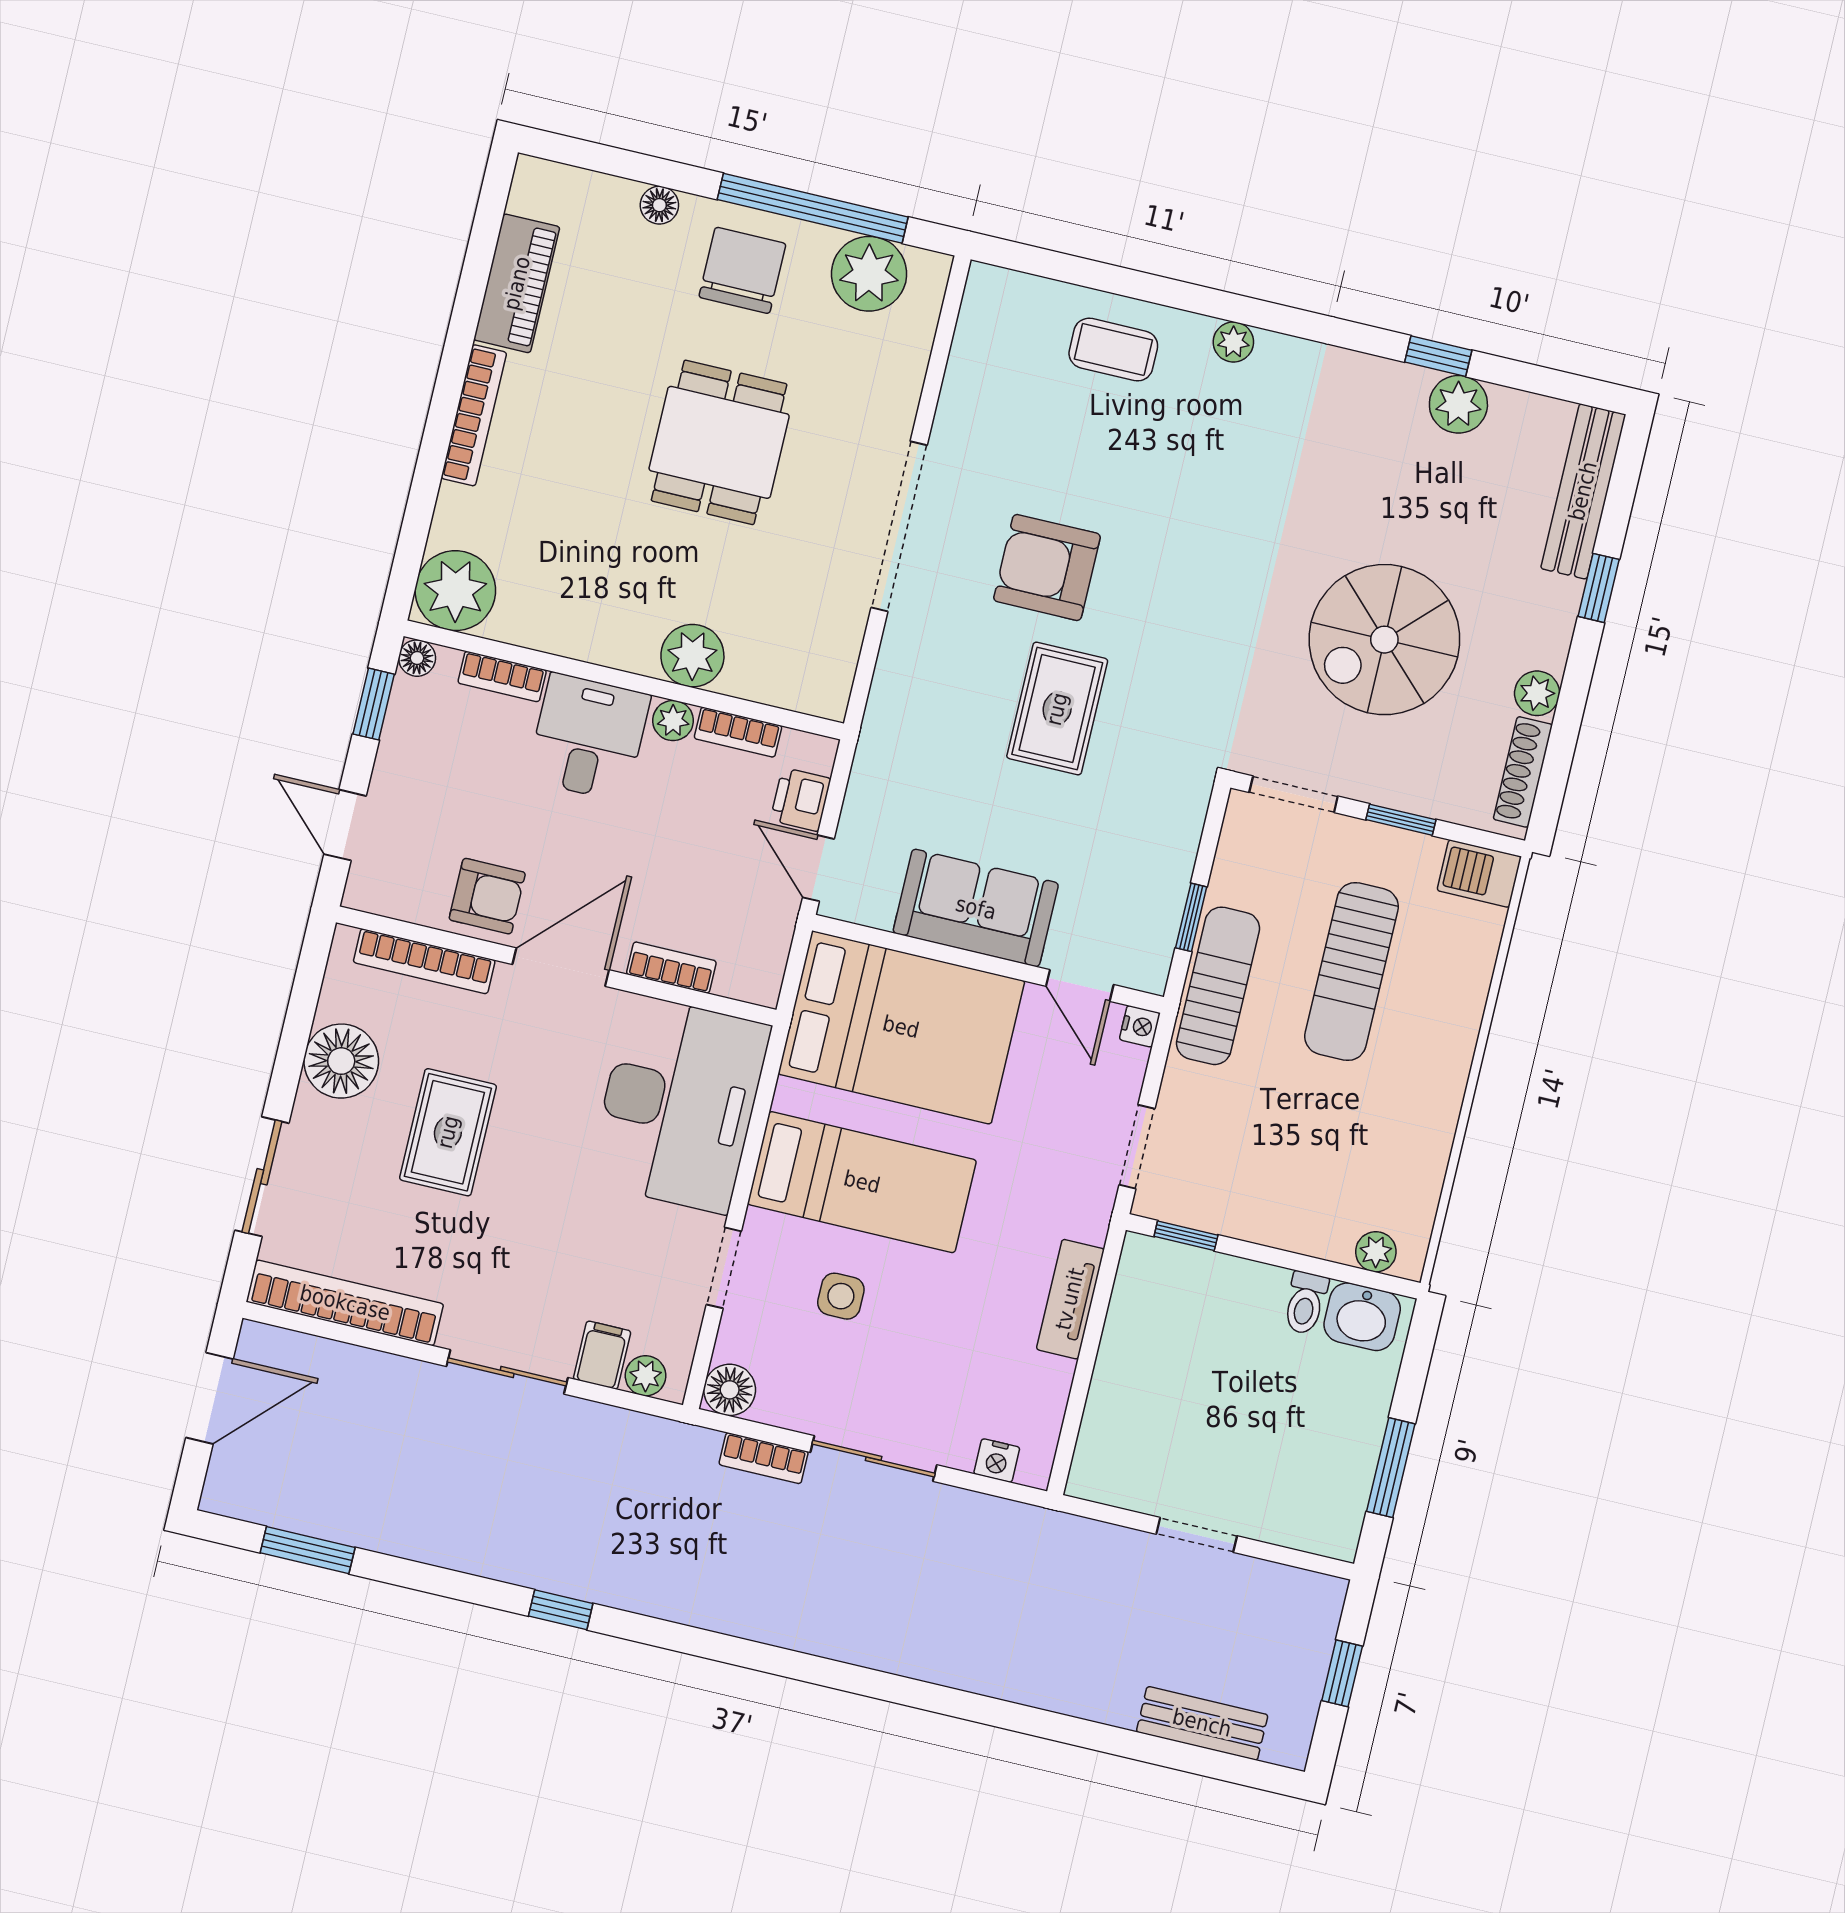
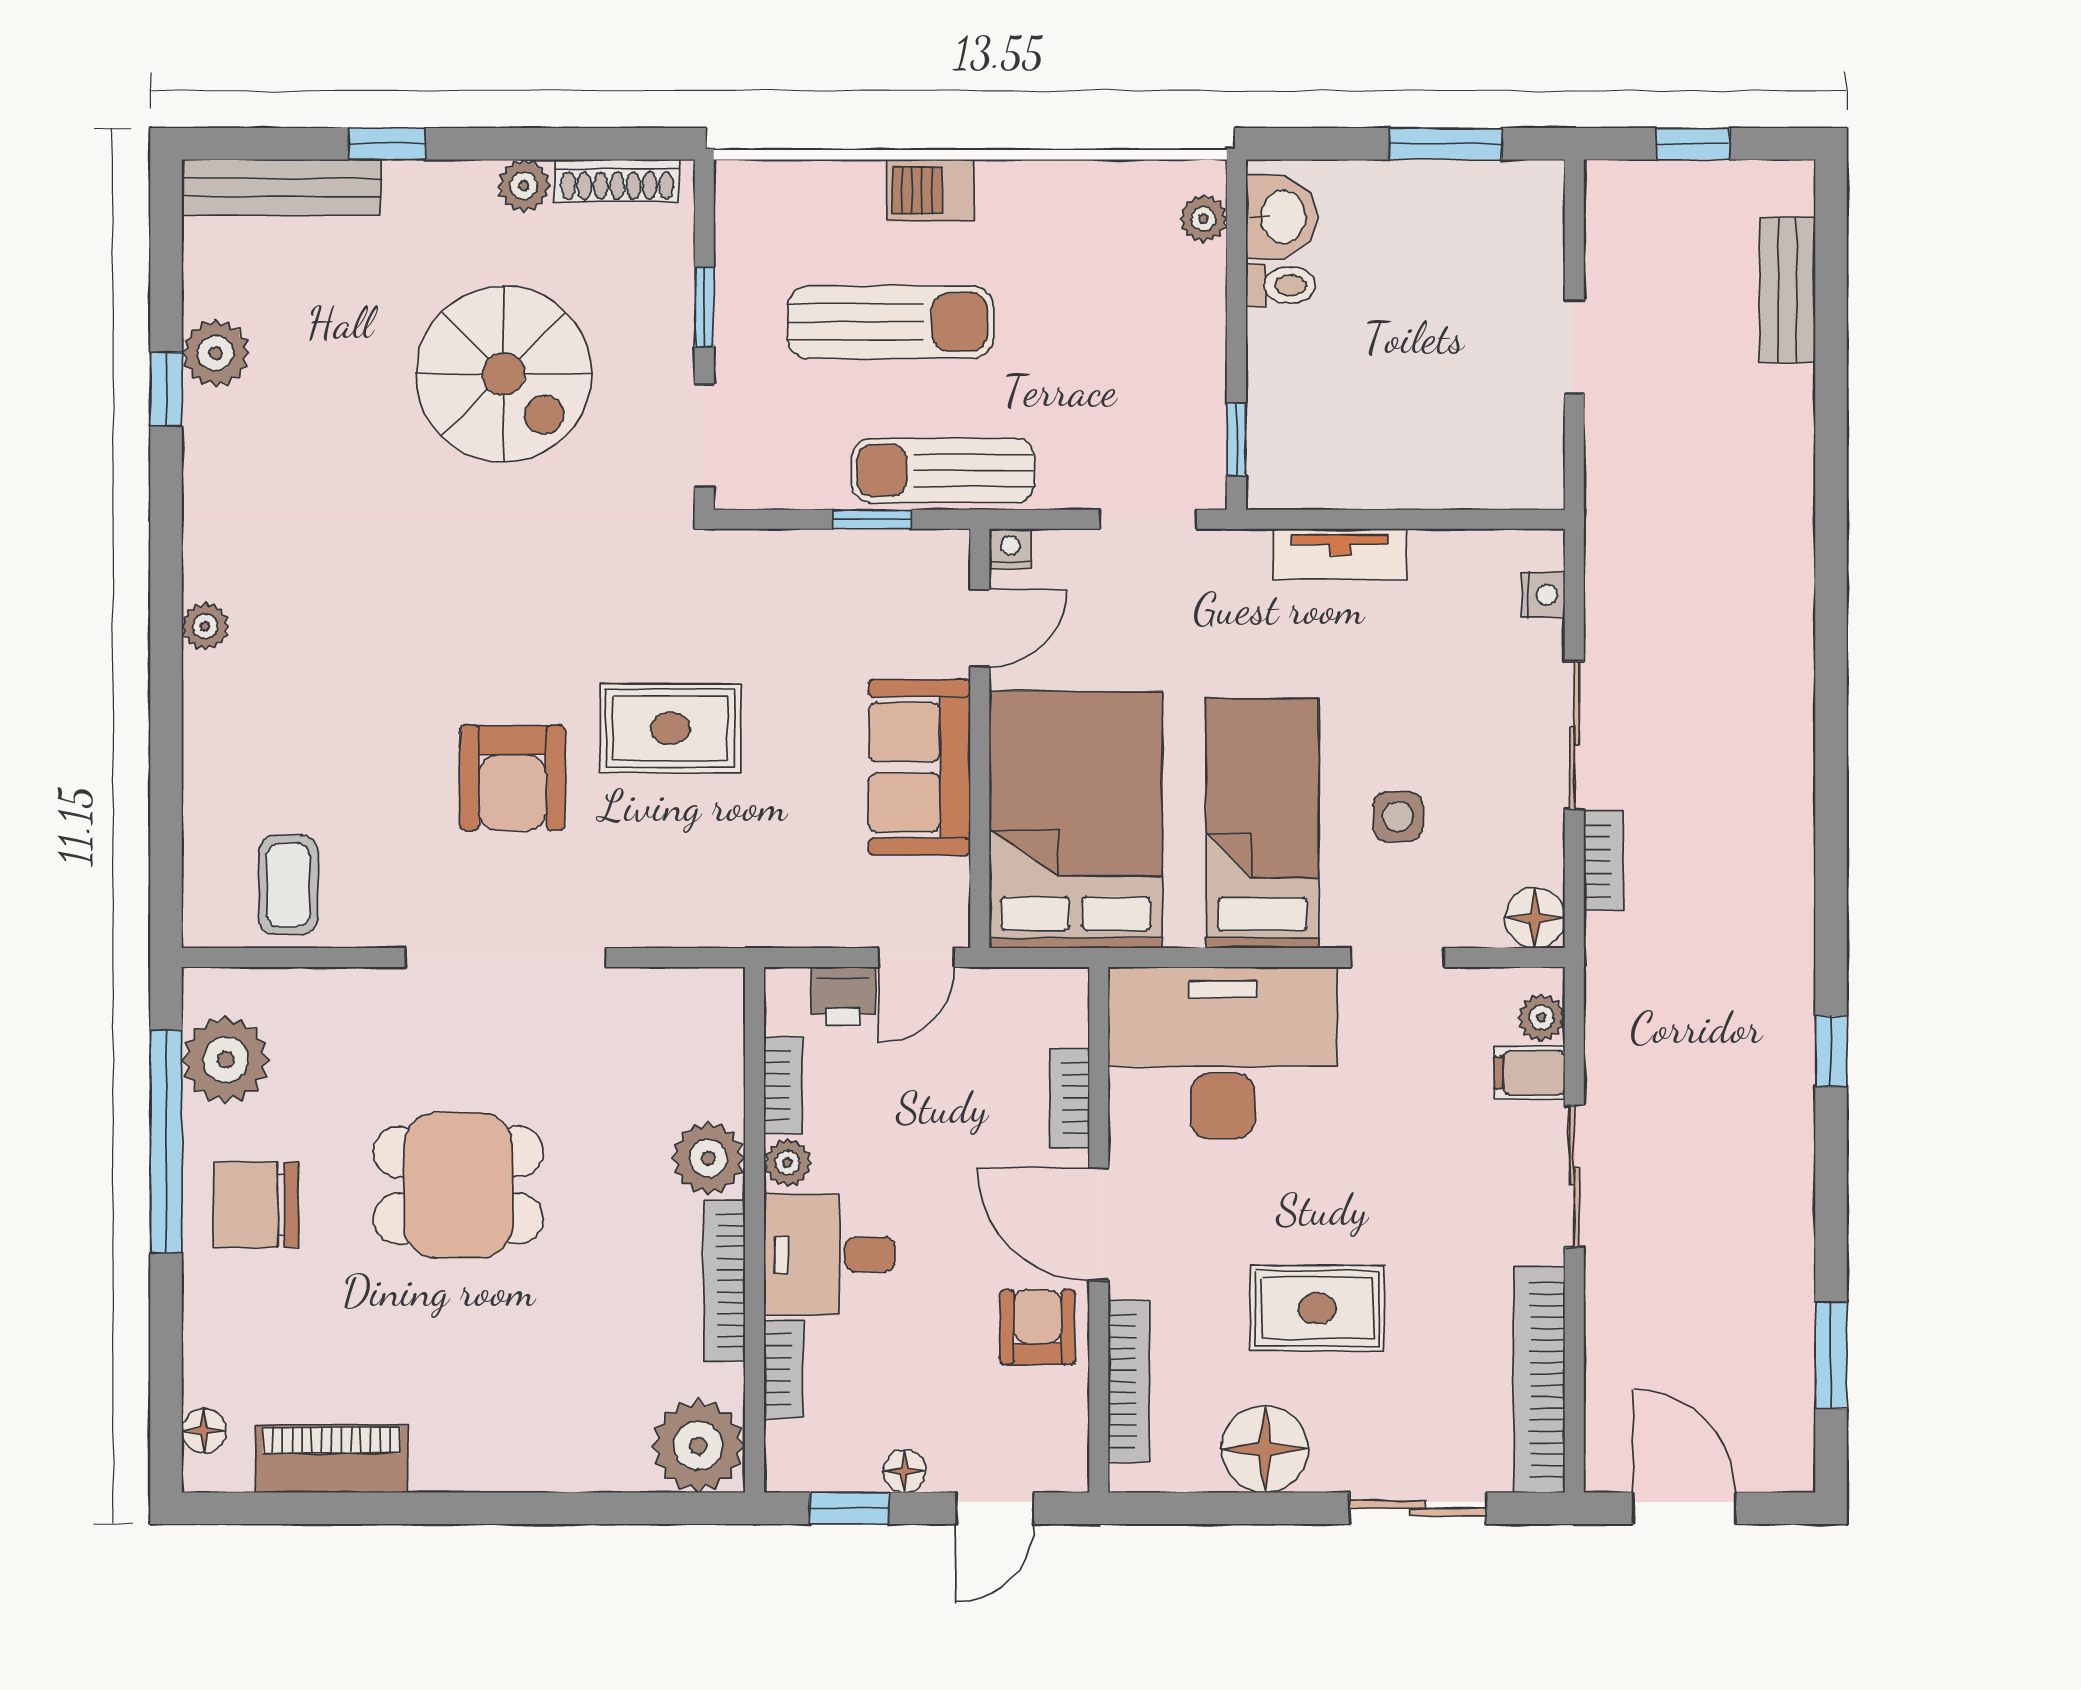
floor lamp: (659, 205) -> (204, 1431), moved
coffee table: (1113, 350) -> (288, 885), moved
bookcase: (474, 415) -> (724, 1281), moved, turned -90
floor lamp: (417, 658) -> (905, 1471), moved
barbecue: (1479, 874) -> (930, 190), moved, turned 90

